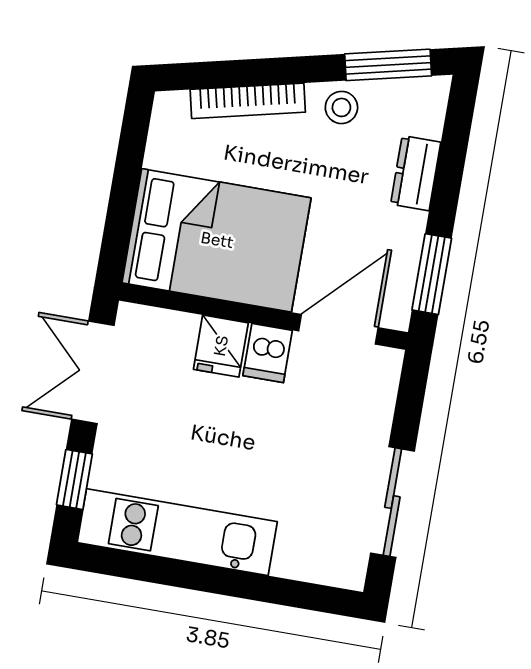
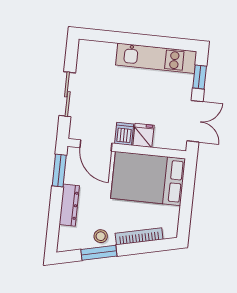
window: (388, 65) -> (99, 253), moved
dresser: (416, 173) -> (69, 205), width x1.44
door: (338, 329) -> (96, 145), hinge flipped
sliding door: (392, 502) -> (67, 94), moved

